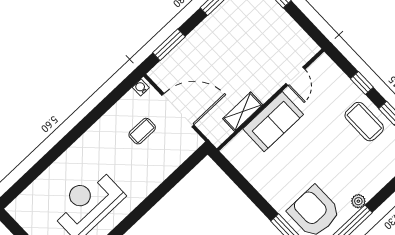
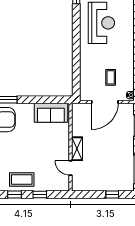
shelving: (243, 112) -> (77, 149), moved
sofa: (273, 122) -> (51, 113), moved, turned -90

